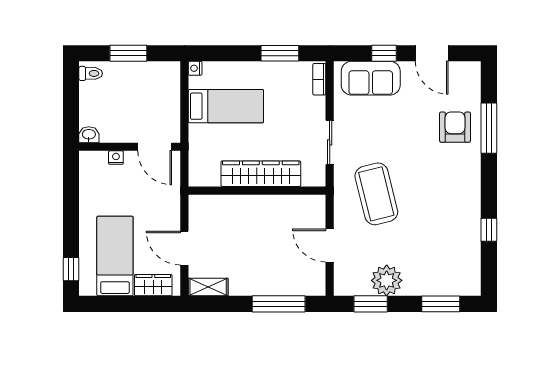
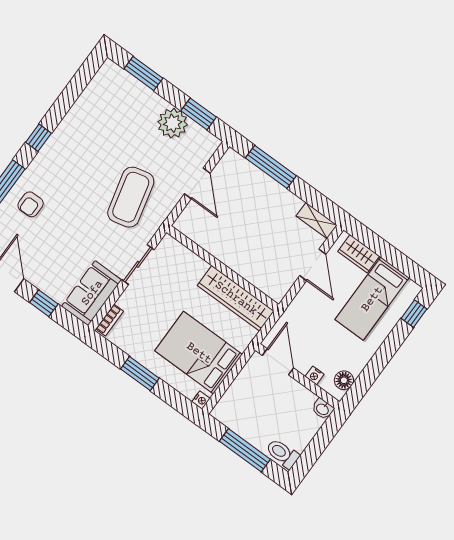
window: (128, 53) -> (245, 450), width x1.44
window: (280, 53) -> (140, 374), moved
toilet: (91, 73) -> (282, 454), width x1.37, depth x1.39
sofa: (371, 78) -> (92, 293), moved, turned -90
bed: (226, 106) -> (199, 353), width x1.50
armchair: (455, 127) -> (31, 204), width x0.72, depth x0.72
floor lamp: (89, 171) -> (344, 380), added
wardrobe: (261, 174) -> (236, 298), moved
window: (489, 230) -> (38, 138), moved

